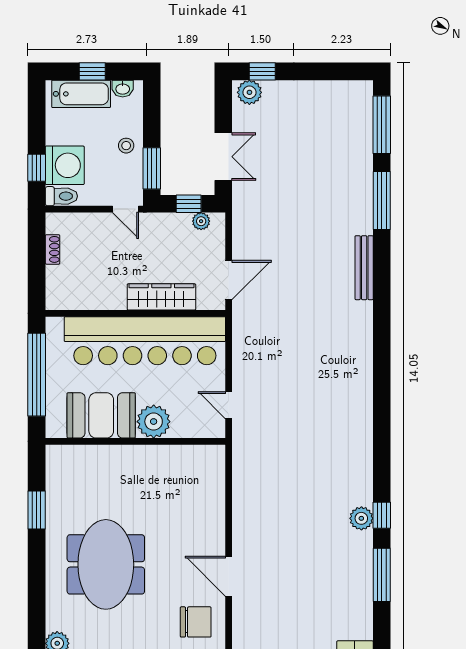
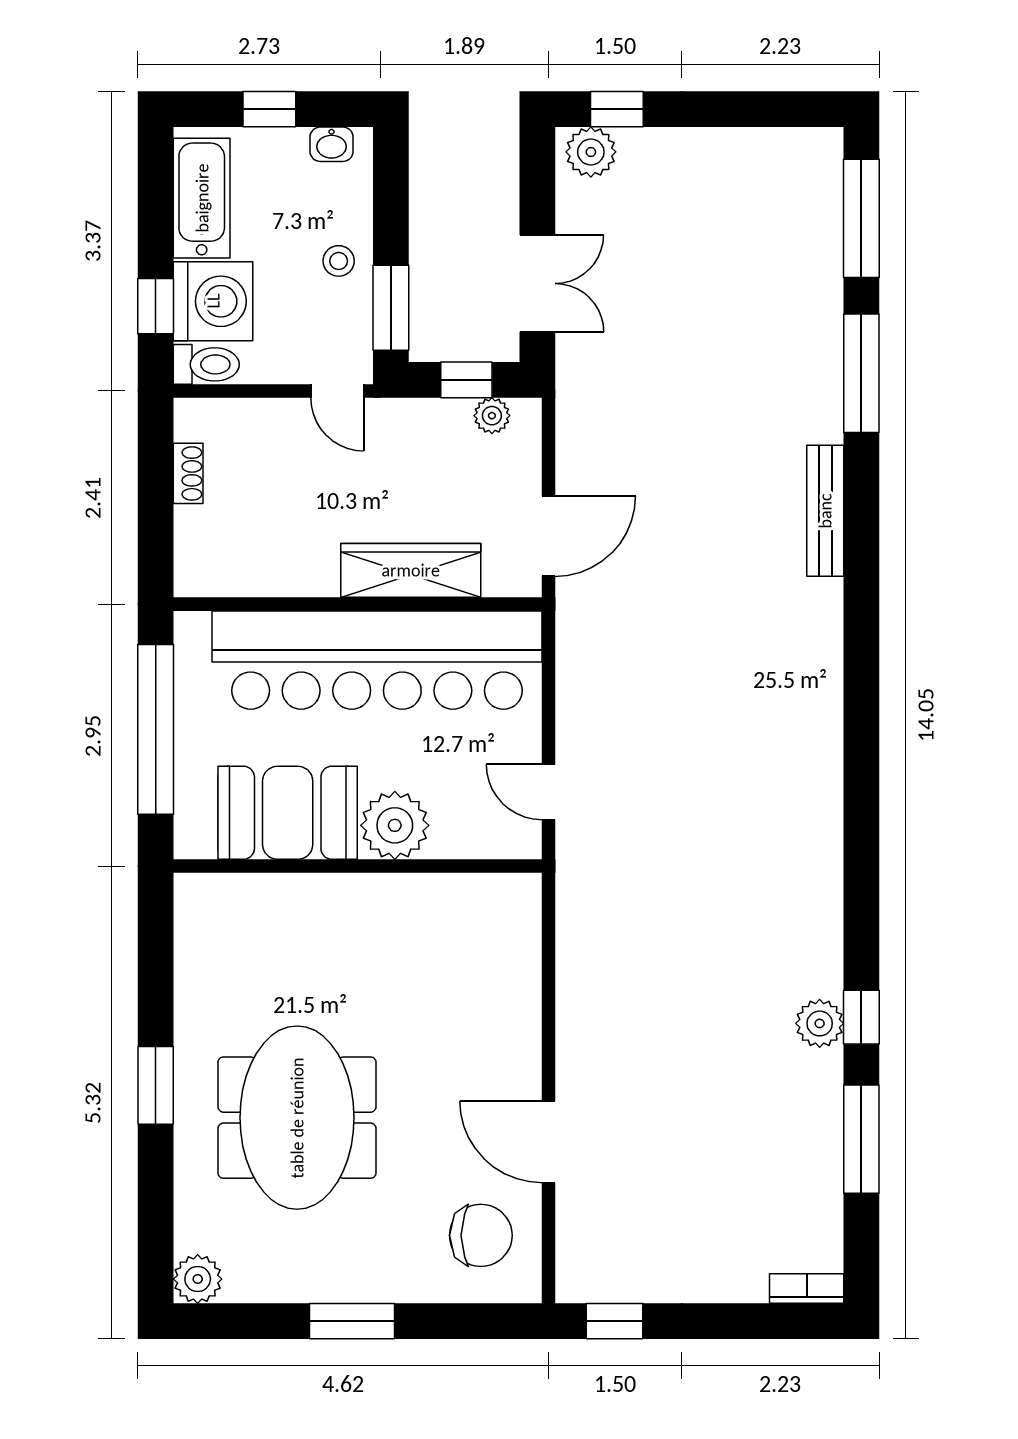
bathtub: (81, 94) -> (202, 198), moved, turned -90
window: (37, 510) -> (156, 1085), moved

